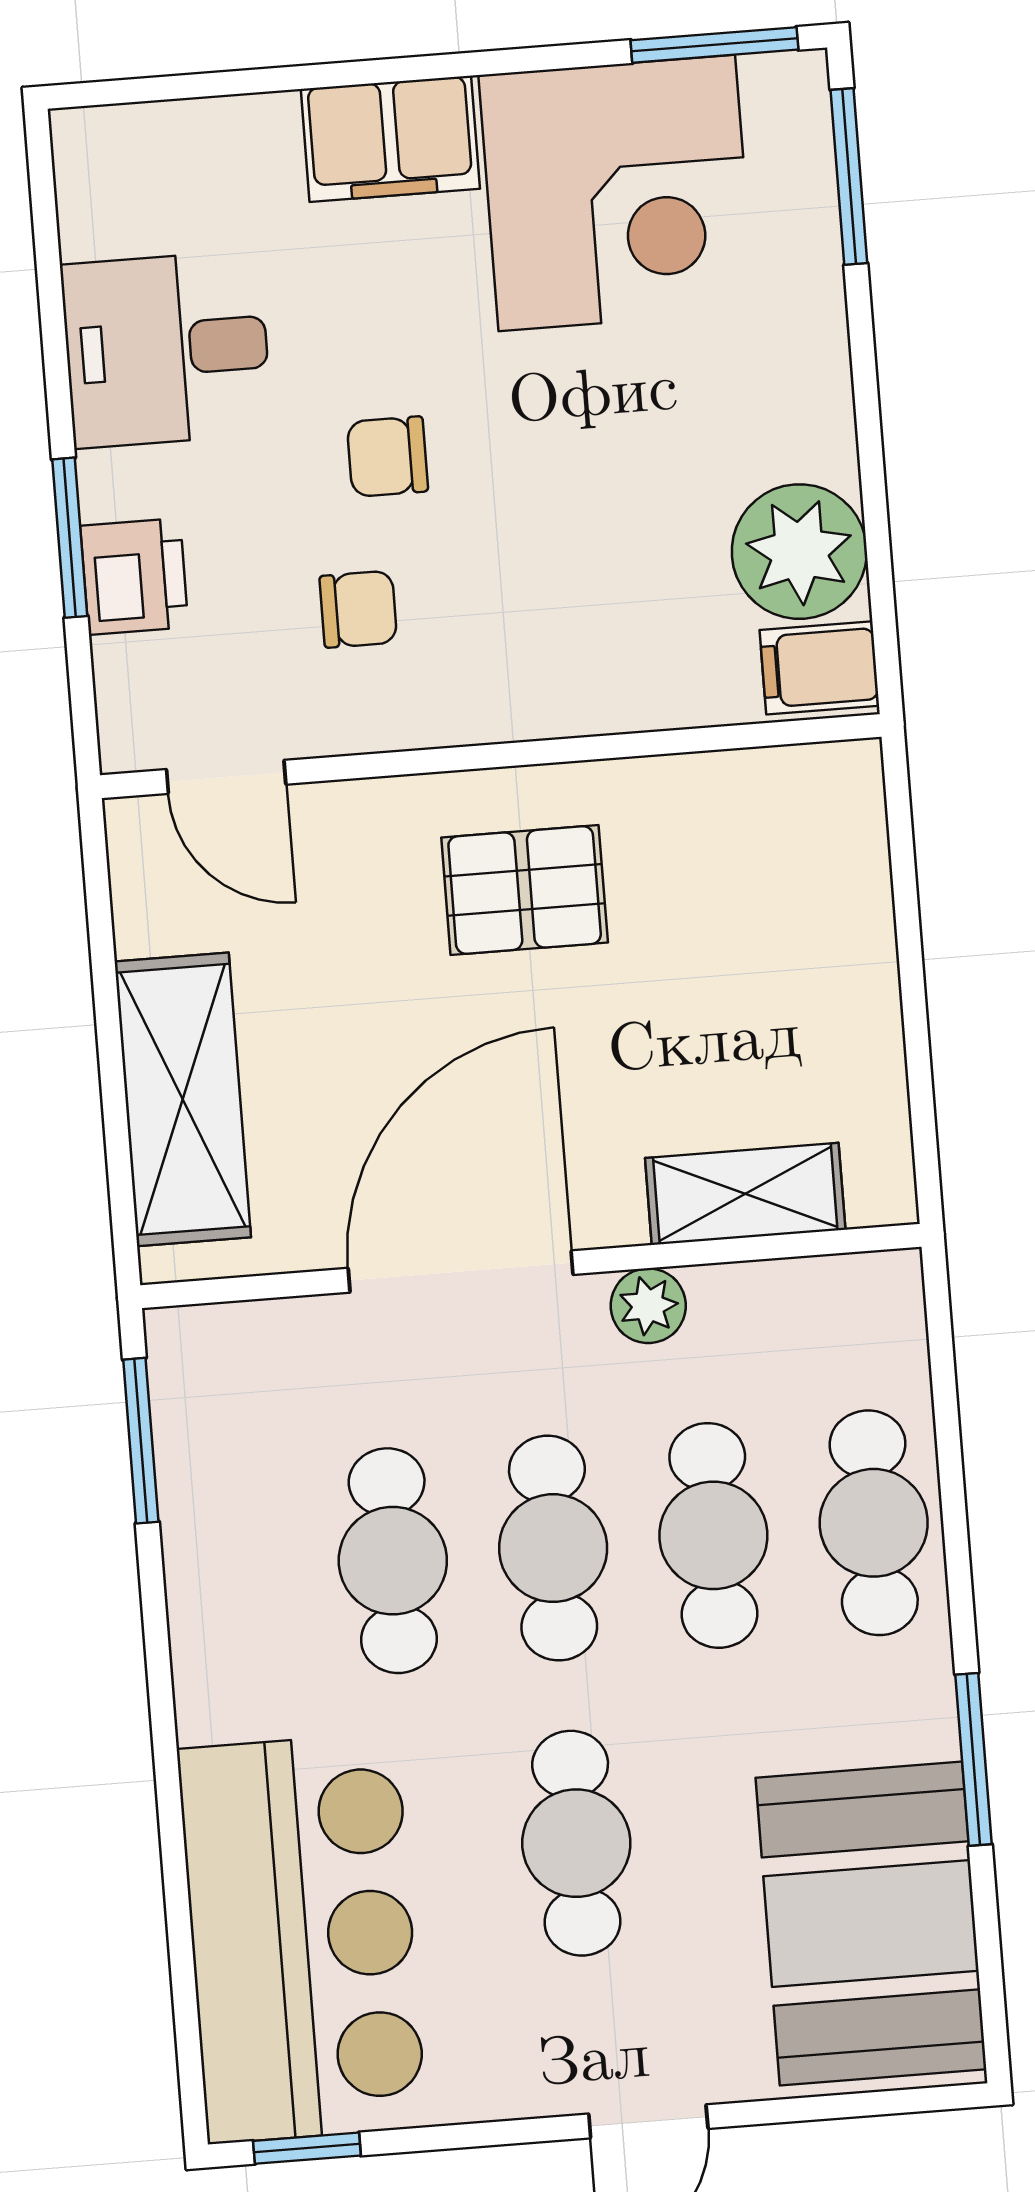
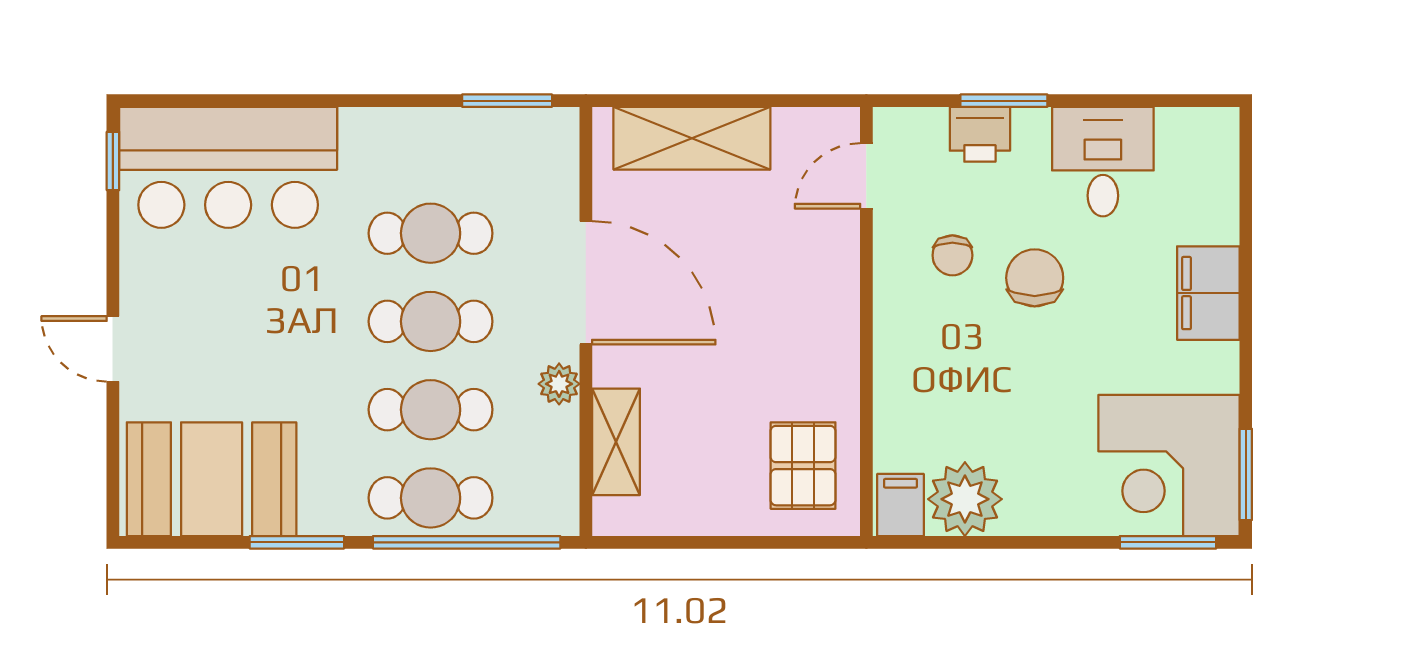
corner desk: (617, 193) -> (1169, 465), moved
chair: (387, 457) -> (1035, 278), width x1.37, depth x1.37
pallet: (525, 890) -> (803, 466), moved
window: (949, 1451) -> (467, 542), added
cafe table: (576, 1843) -> (268, 321), removed

